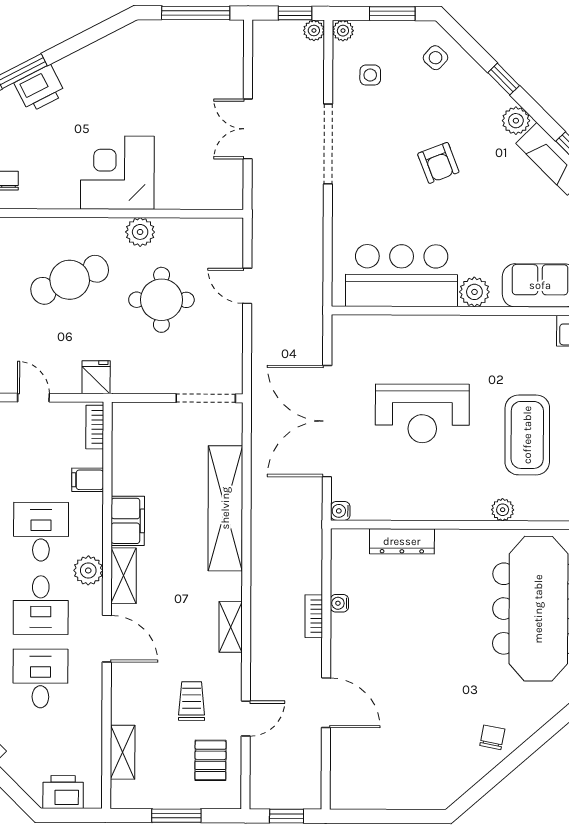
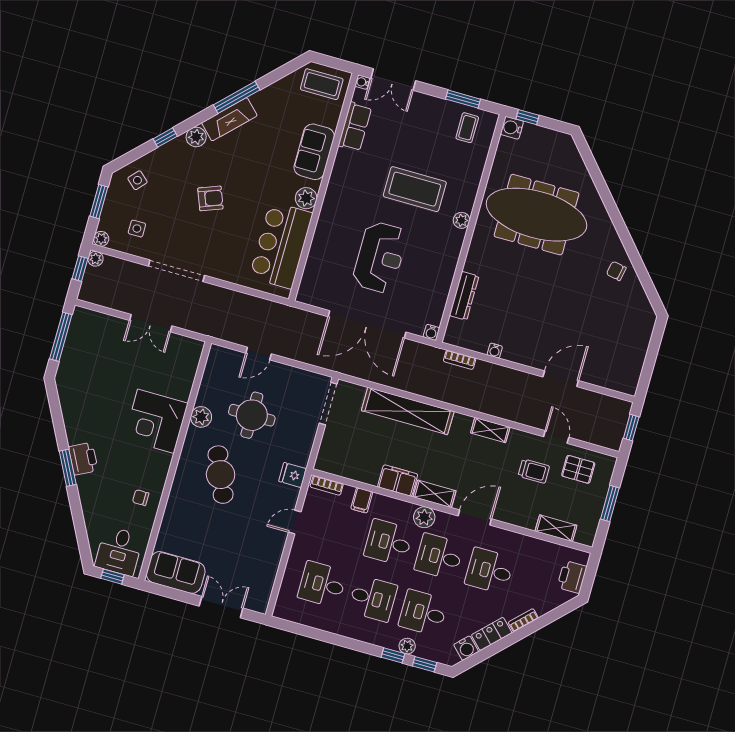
desk: (41, 605) -> (439, 557), turned 180
bookcase: (314, 616) -> (460, 360), moved
trolley: (192, 701) -> (534, 471), turned 180

